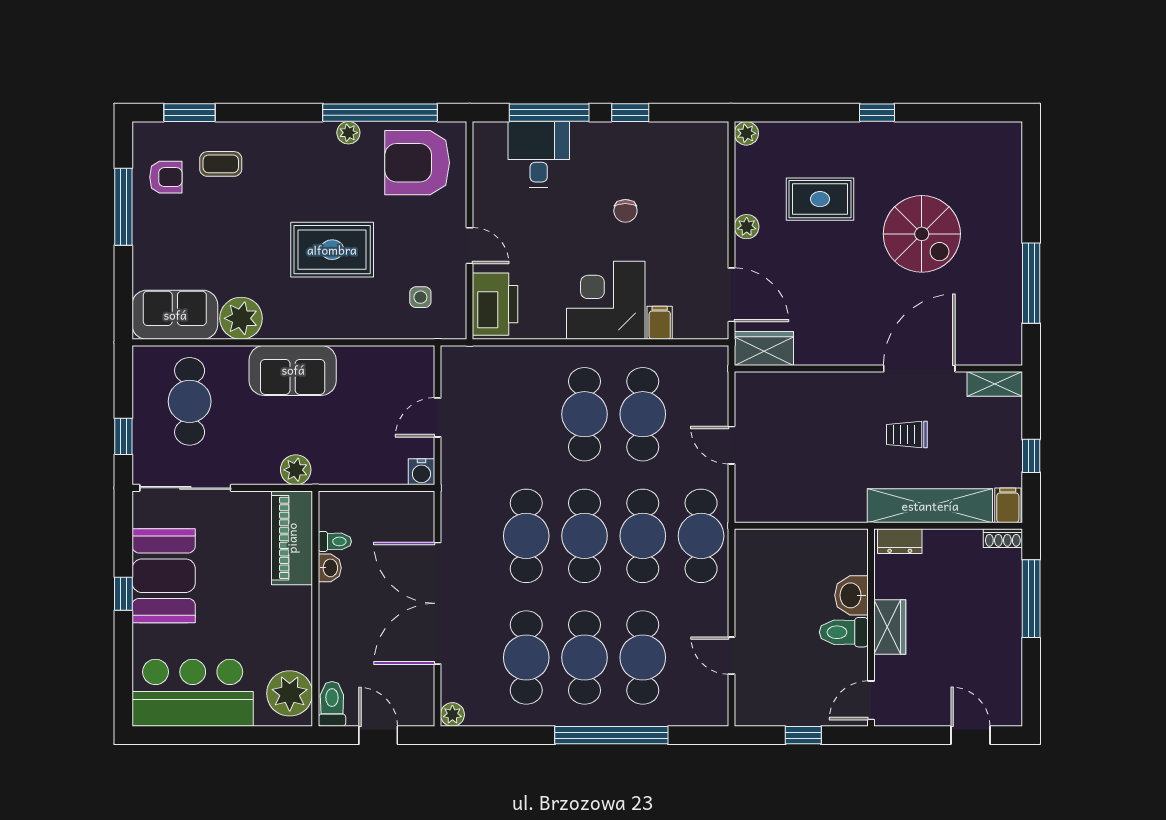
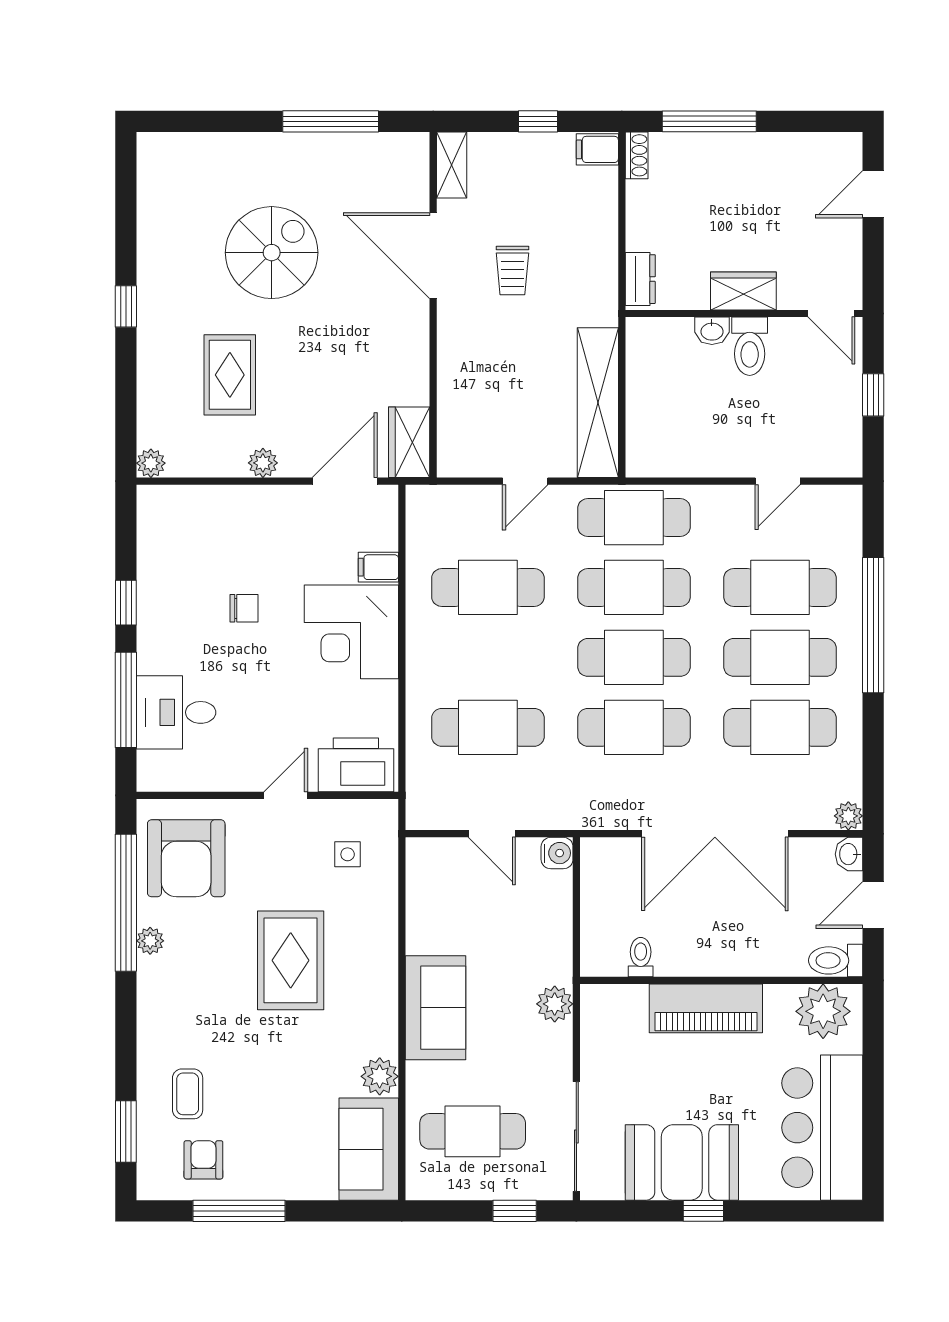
plant: (241, 318) -> (380, 1076), width x0.73, depth x0.73
cafe table: (584, 414) -> (488, 727), moved
shelving: (930, 506) -> (598, 403), moved
piano: (292, 538) -> (706, 1008), moved
washbasin: (330, 568) -> (849, 854), moved, turned -90
washbasin: (851, 595) -> (712, 331), width x0.72, depth x0.69

